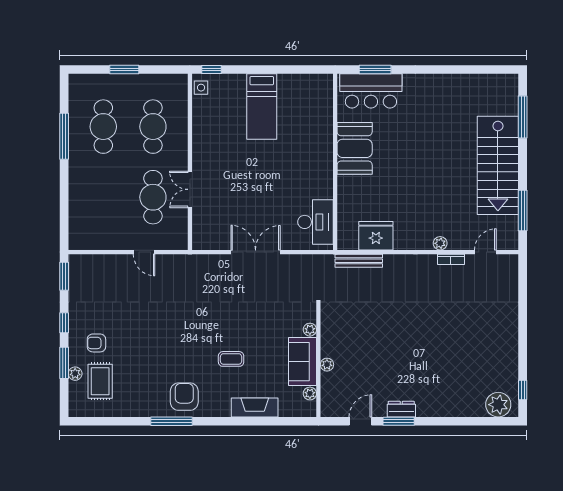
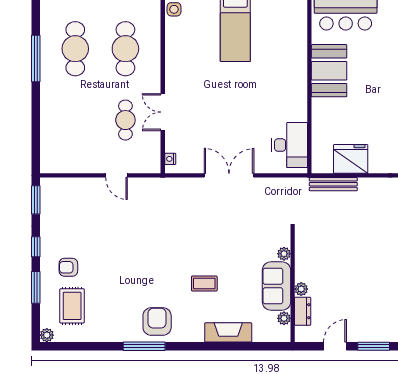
cafe table: (153, 197) -> (125, 120), width x0.73, depth x0.74
nightstand: (197, 236) -> (170, 159), added
plant: (75, 374) -> (47, 335), moved
dresser: (401, 409) -> (303, 311), moved, turned 90

